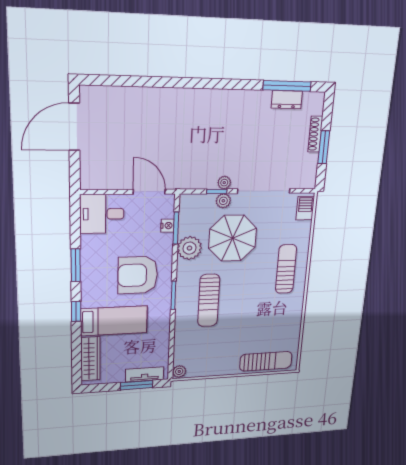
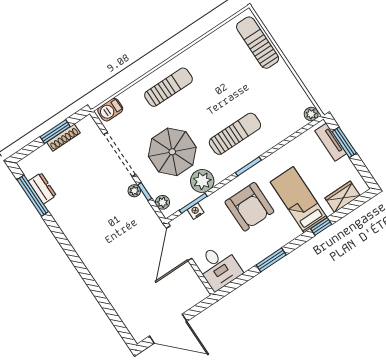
shoe rack: (315, 134) -> (63, 138), moved
door: (149, 192) -> (179, 243), width x1.36
plant: (223, 201) -> (163, 202), moved
sun lounger: (286, 269) -> (168, 87), turned 180
window: (76, 311) -> (321, 227), moved
wardrobe: (91, 359) -> (342, 197), width x0.67

